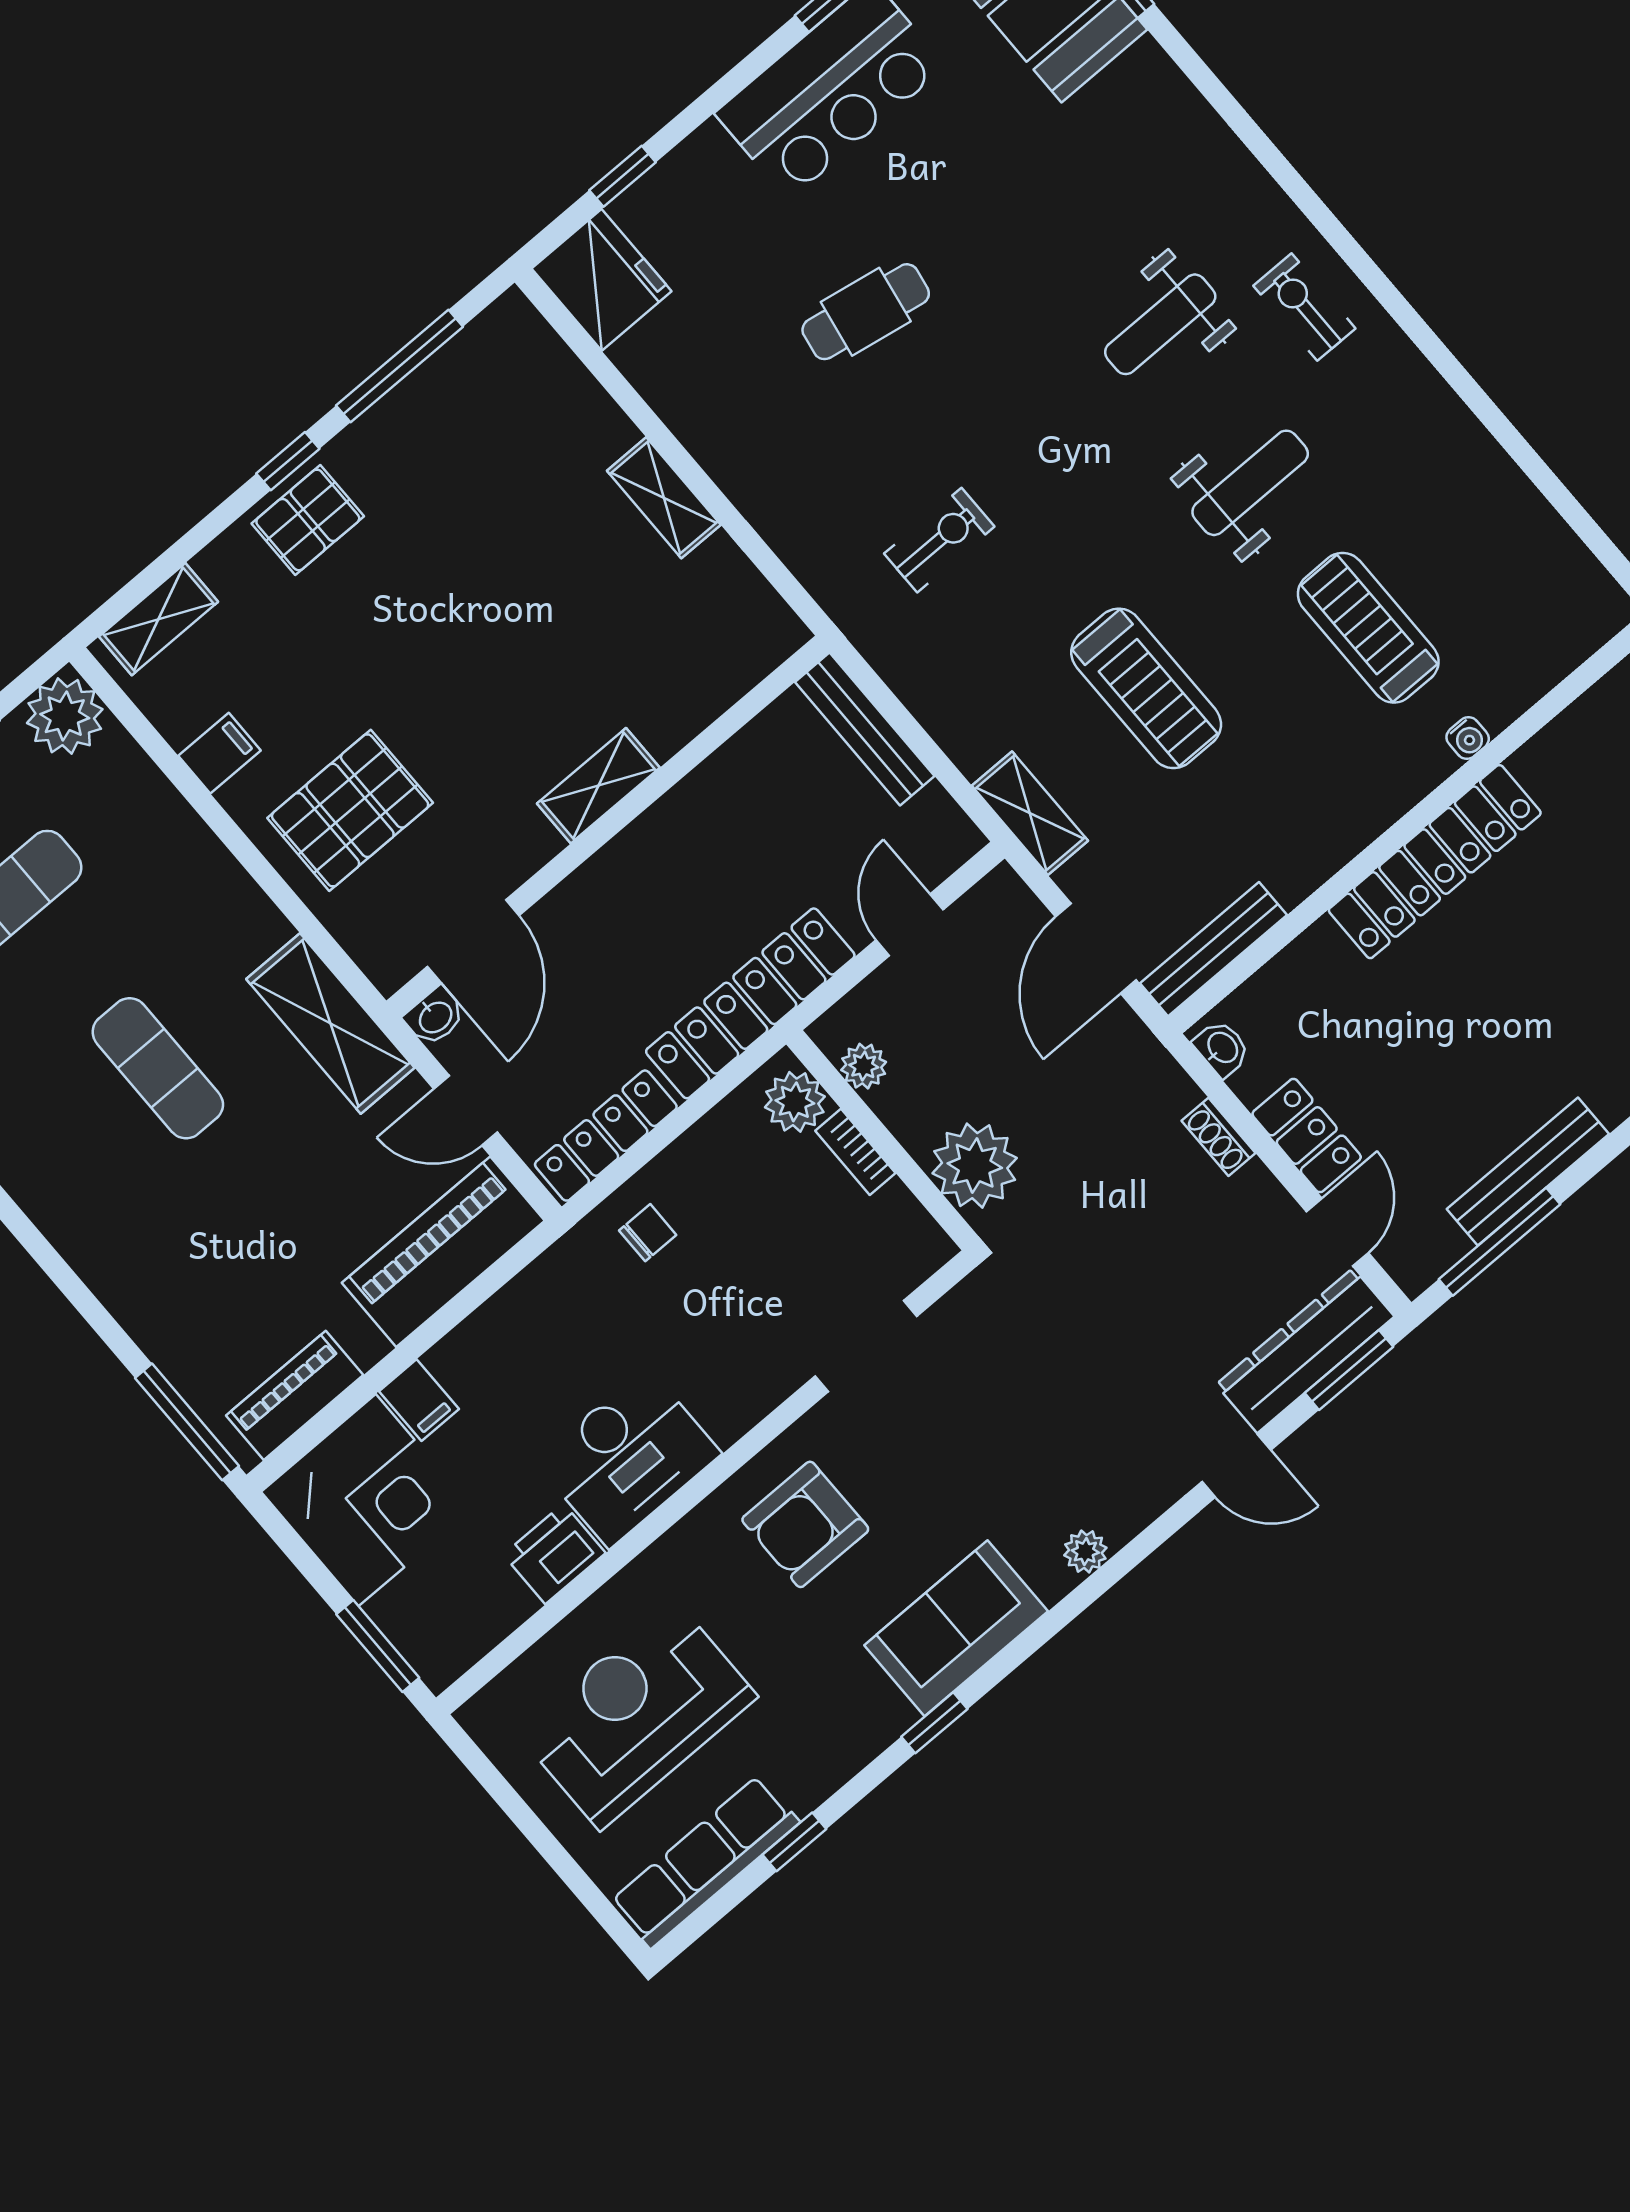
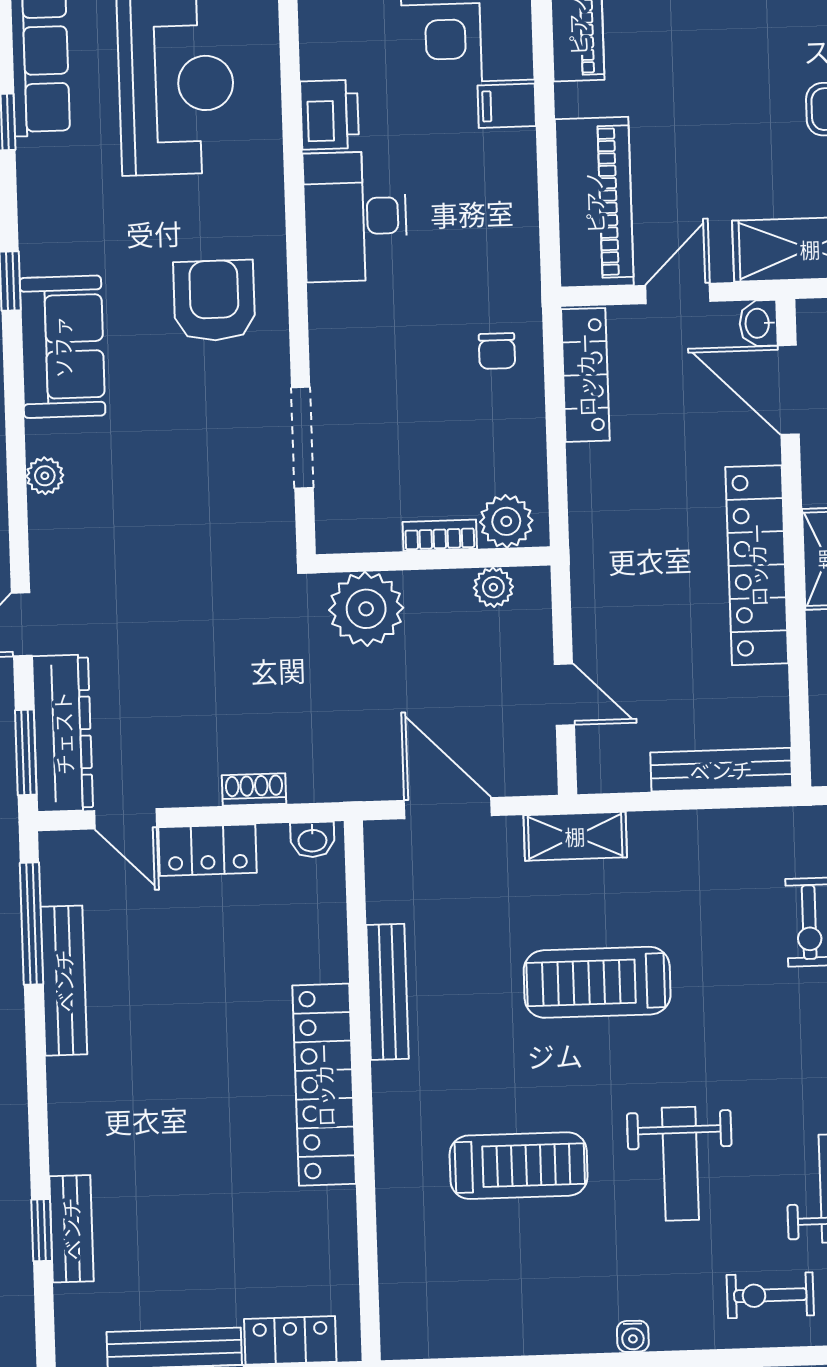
exercise bike: (1304, 307) -> (770, 1295), turned 180
water cooler: (1468, 738) -> (633, 1336), moved, turned -90
bench: (1213, 949) -> (387, 992), moved
locker: (750, 1003) -> (757, 565), moved, turned 180

